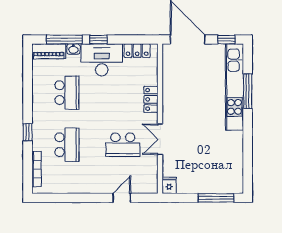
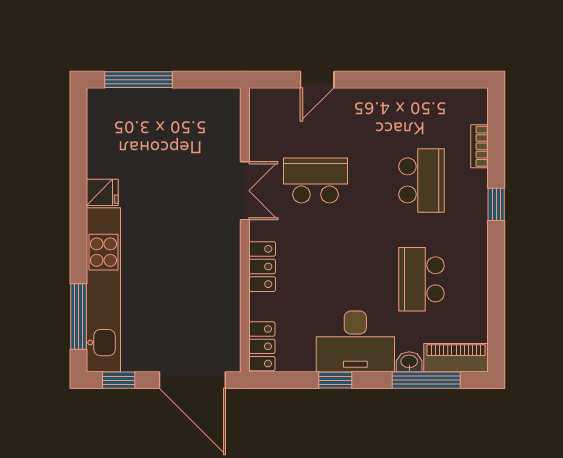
window: (98, 39) -> (335, 380), moved
locker: (137, 51) -> (262, 346), moved, turned 90
window: (248, 91) -> (78, 317), moved
school desk: (67, 145) -> (421, 180), turned 180
bookcase: (36, 169) -> (480, 146), width x0.64
fridge: (169, 185) -> (102, 192), moved, turned -90

